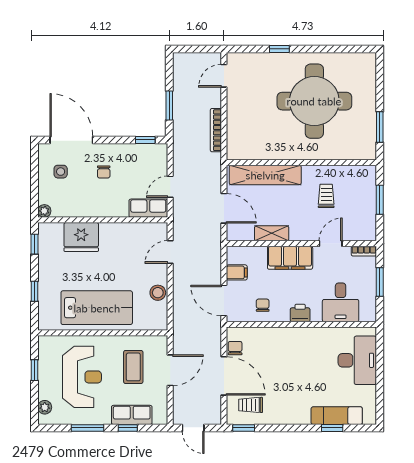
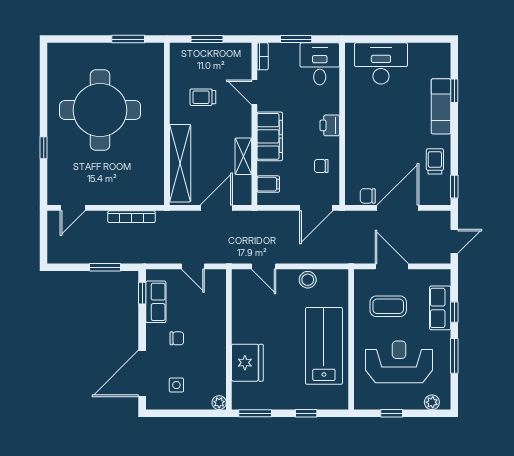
door: (224, 76) -> (73, 208), hinge flipped
row of seats: (148, 208) -> (156, 302), moved, turned 180
window: (34, 244) -> (255, 413), width x1.50
filing cabinet: (237, 272) -> (268, 184), moved, turned 90
desk: (341, 302) -> (320, 64), moved, turned -90
trolley: (251, 405) -> (435, 161), moved, turned 180
exam couch: (337, 416) -> (441, 106), moved

